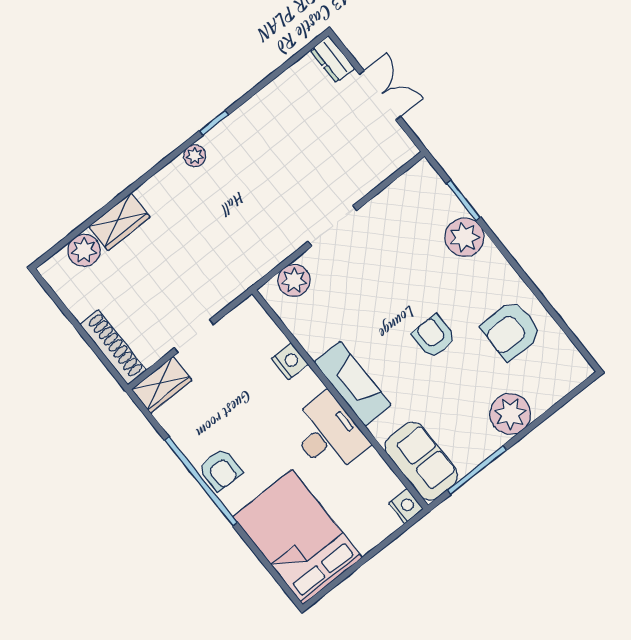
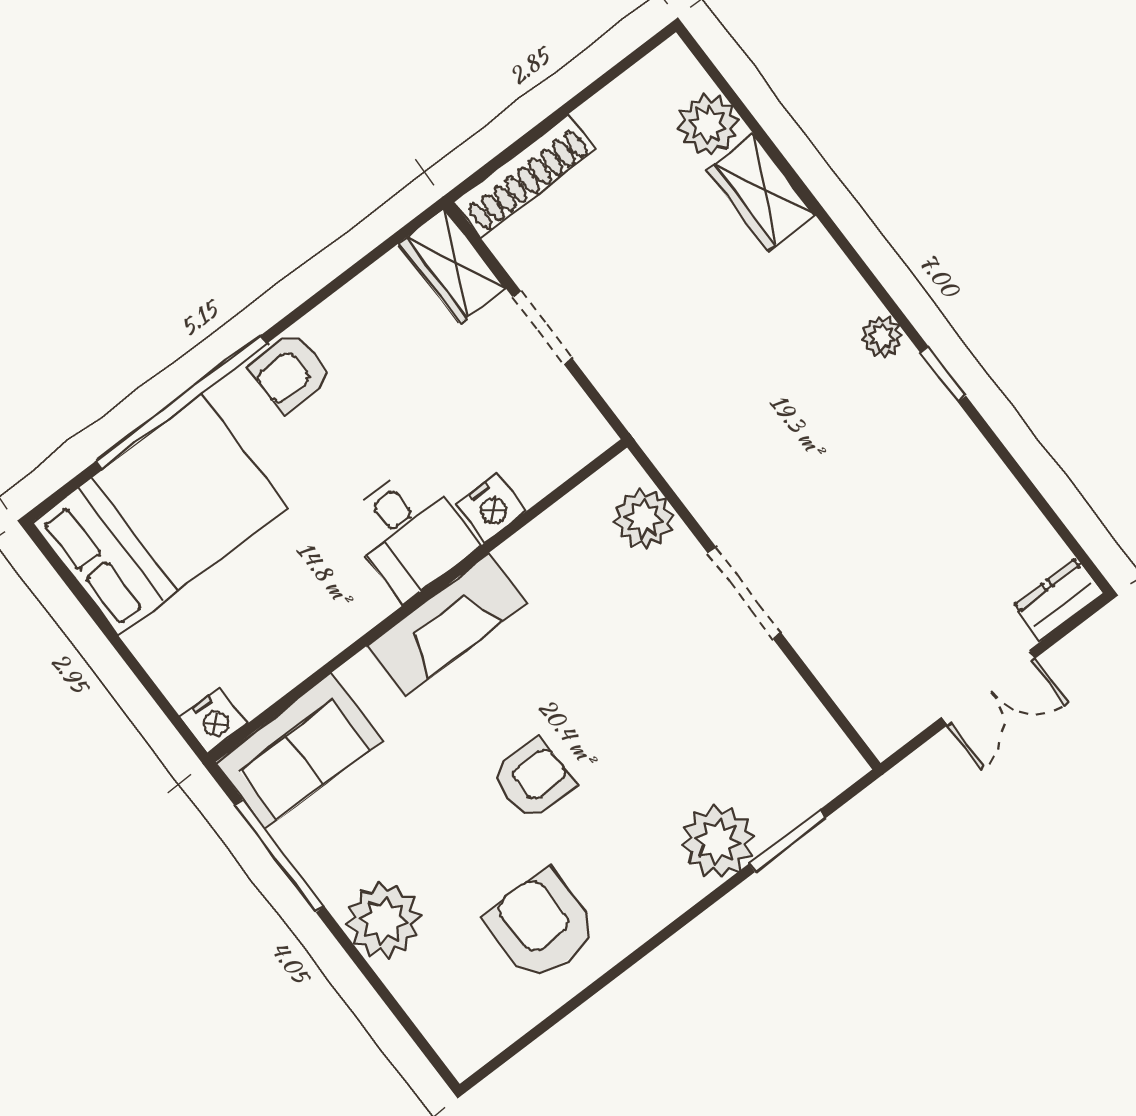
desk: (328, 434) -> (410, 533), moved, width x0.73
window: (201, 481) -> (182, 402), moved

